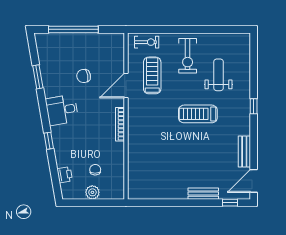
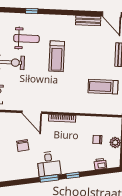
treadmill: (152, 75) -> (103, 87), moved
weight bench: (219, 75) -> (26, 39), turned 180
window: (38, 77) -> (49, 178), moved
window: (254, 106) -> (32, 11), moved

